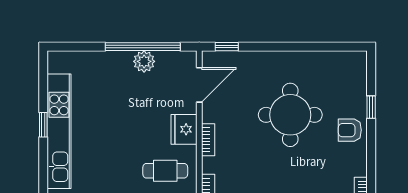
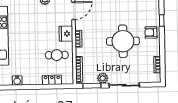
round table: (290, 115) -> (123, 41), moved

